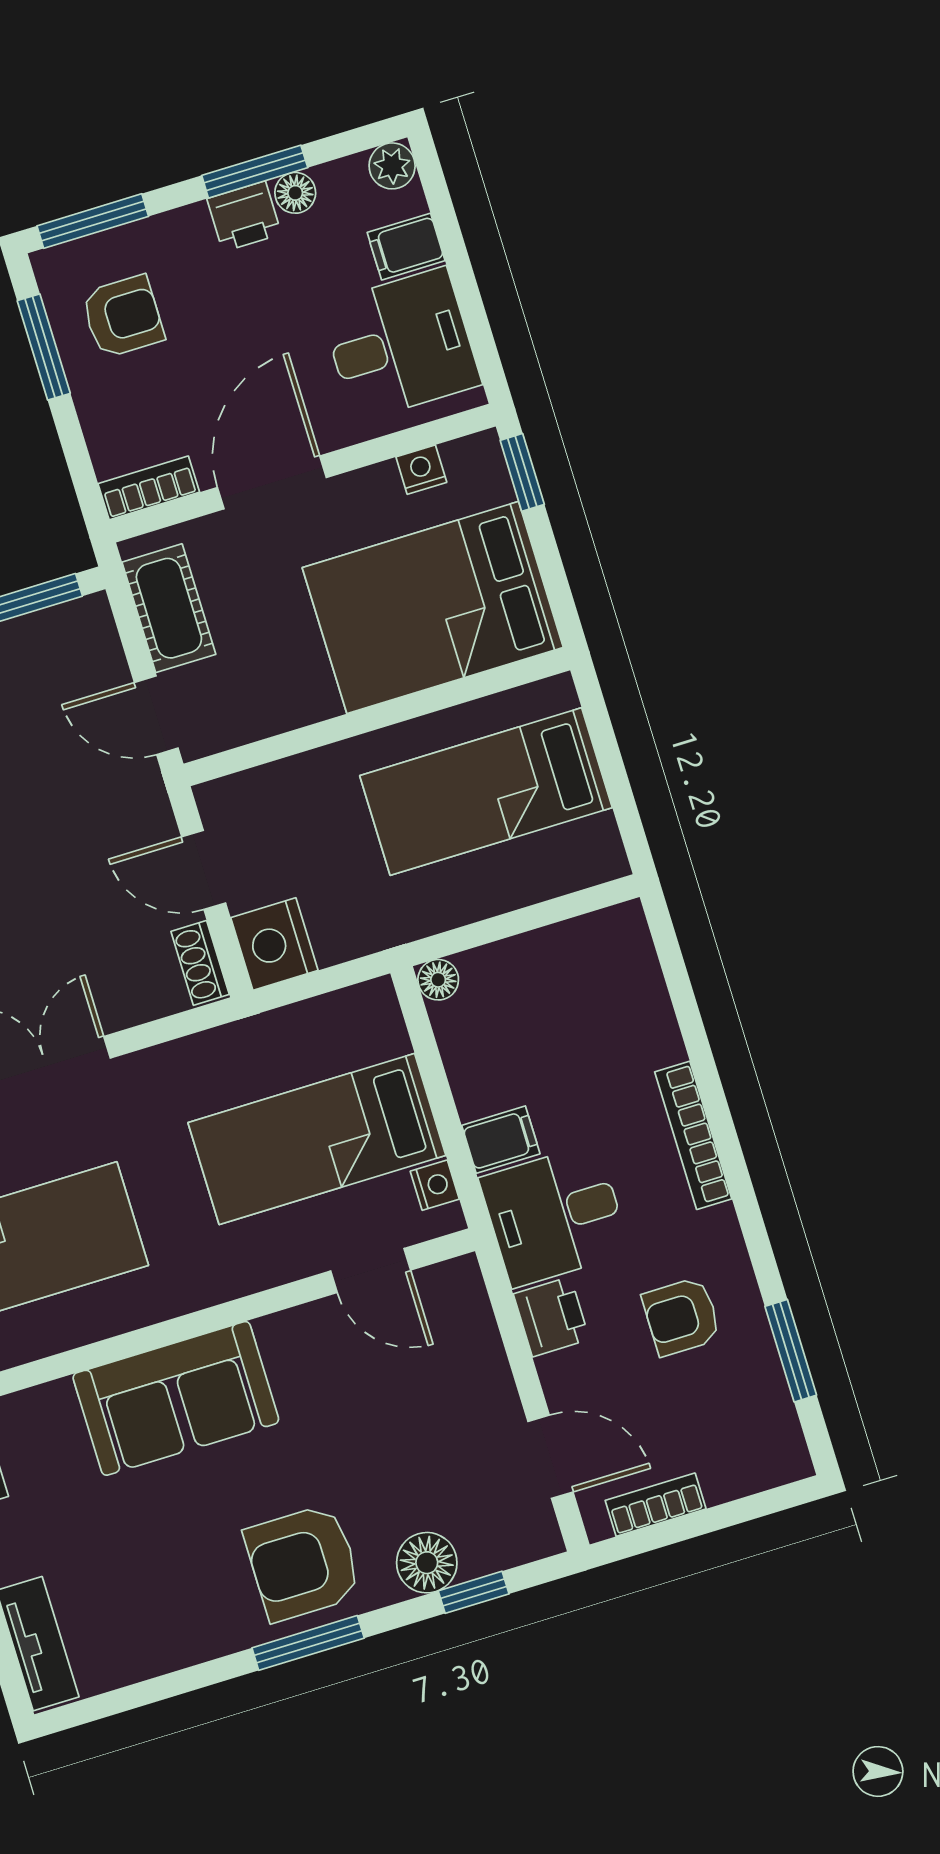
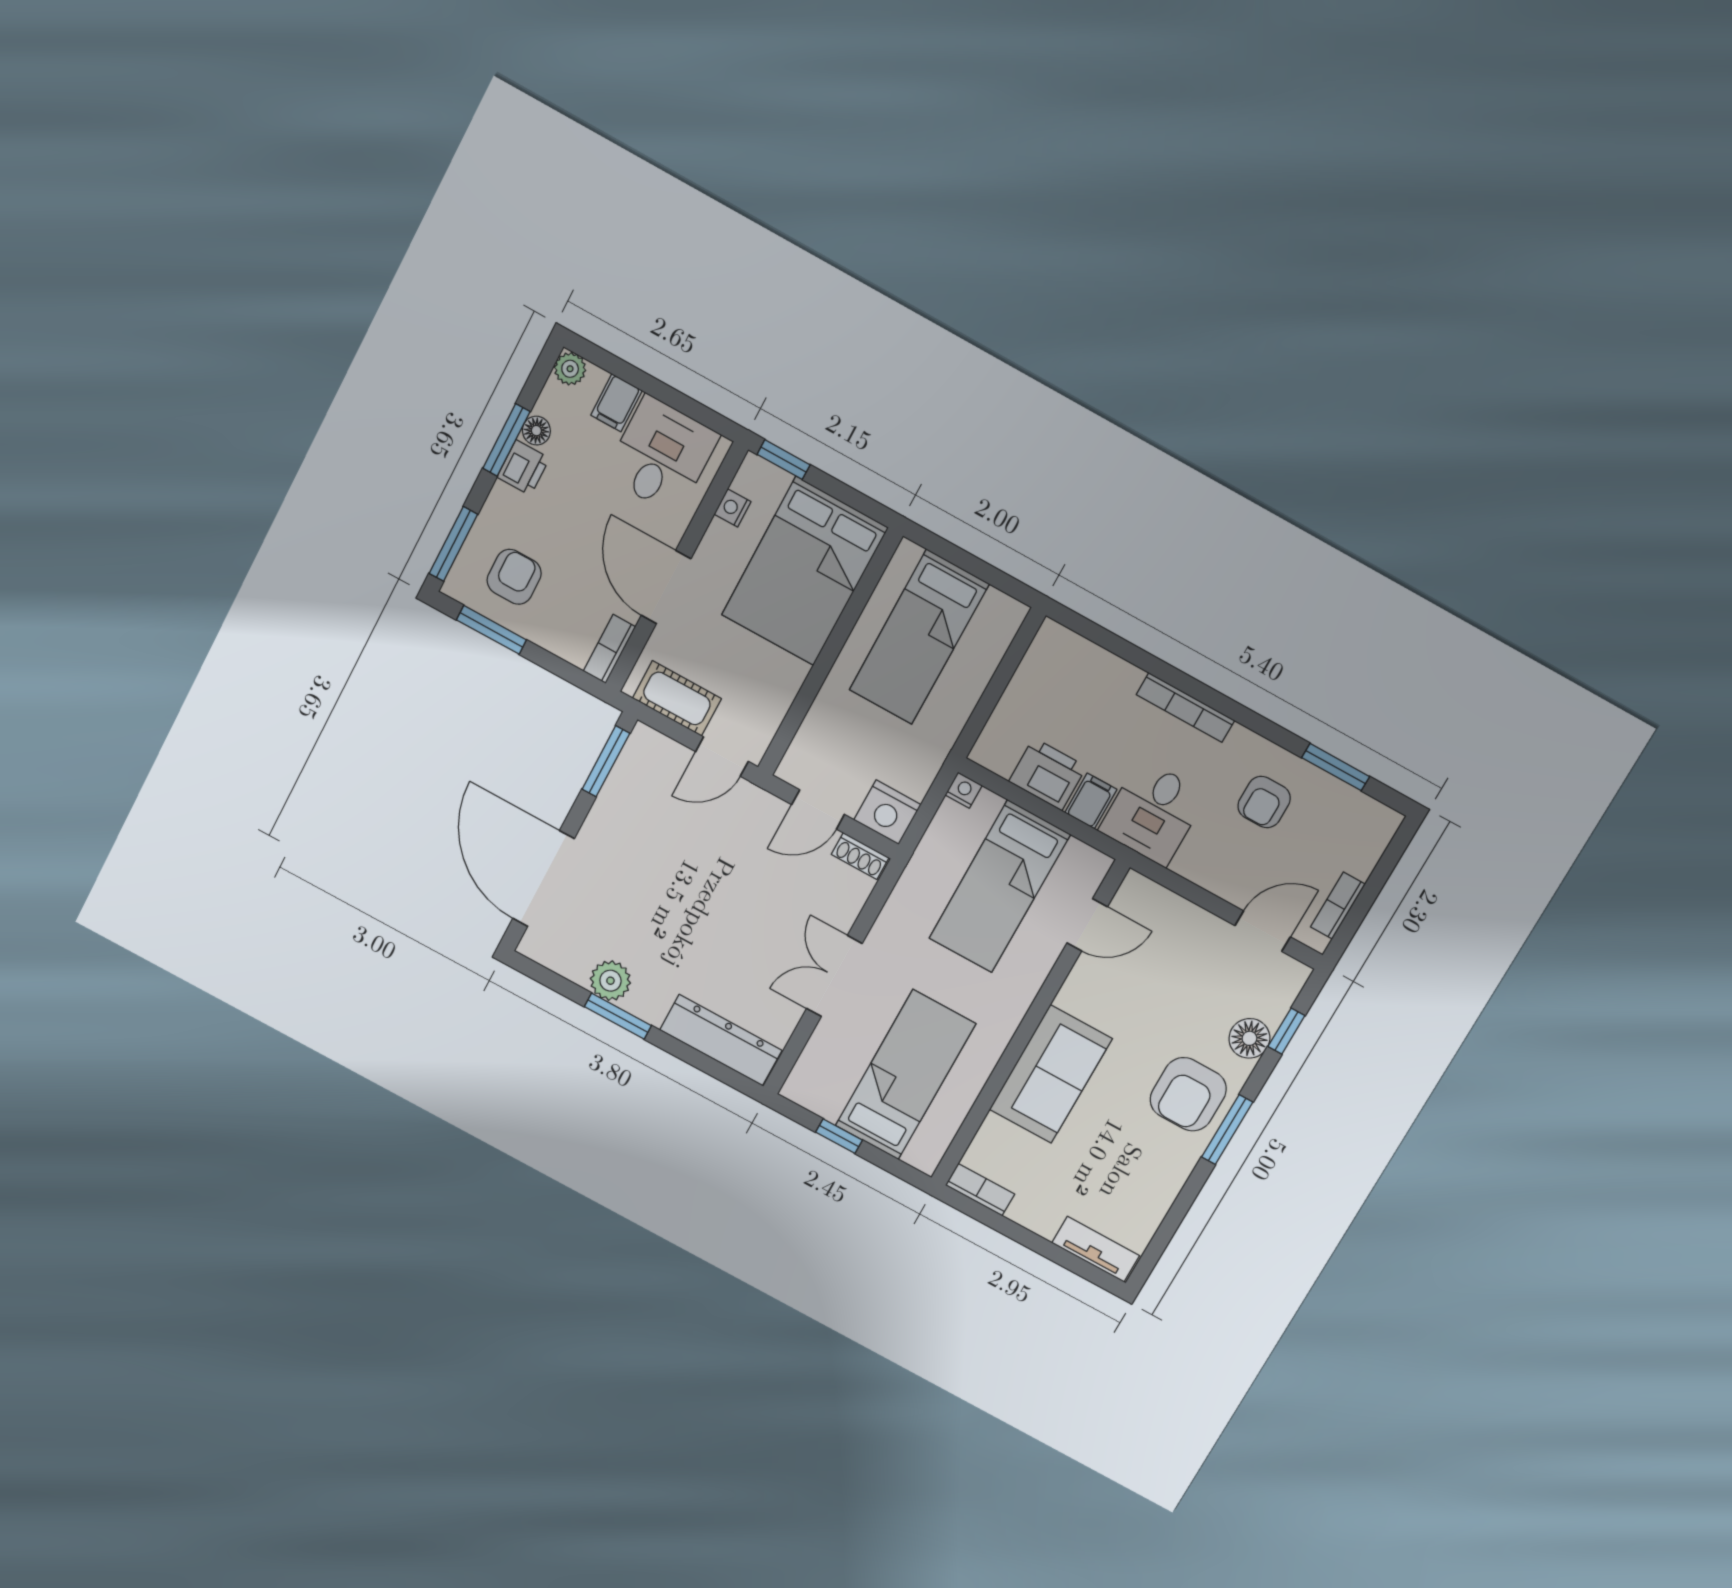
floor lamp: (438, 980) -> (985, 753), removed
nightstand: (435, 1185) -> (964, 790), moved
printer: (551, 1317) -> (1048, 774), moved, width x1.36, depth x1.24

